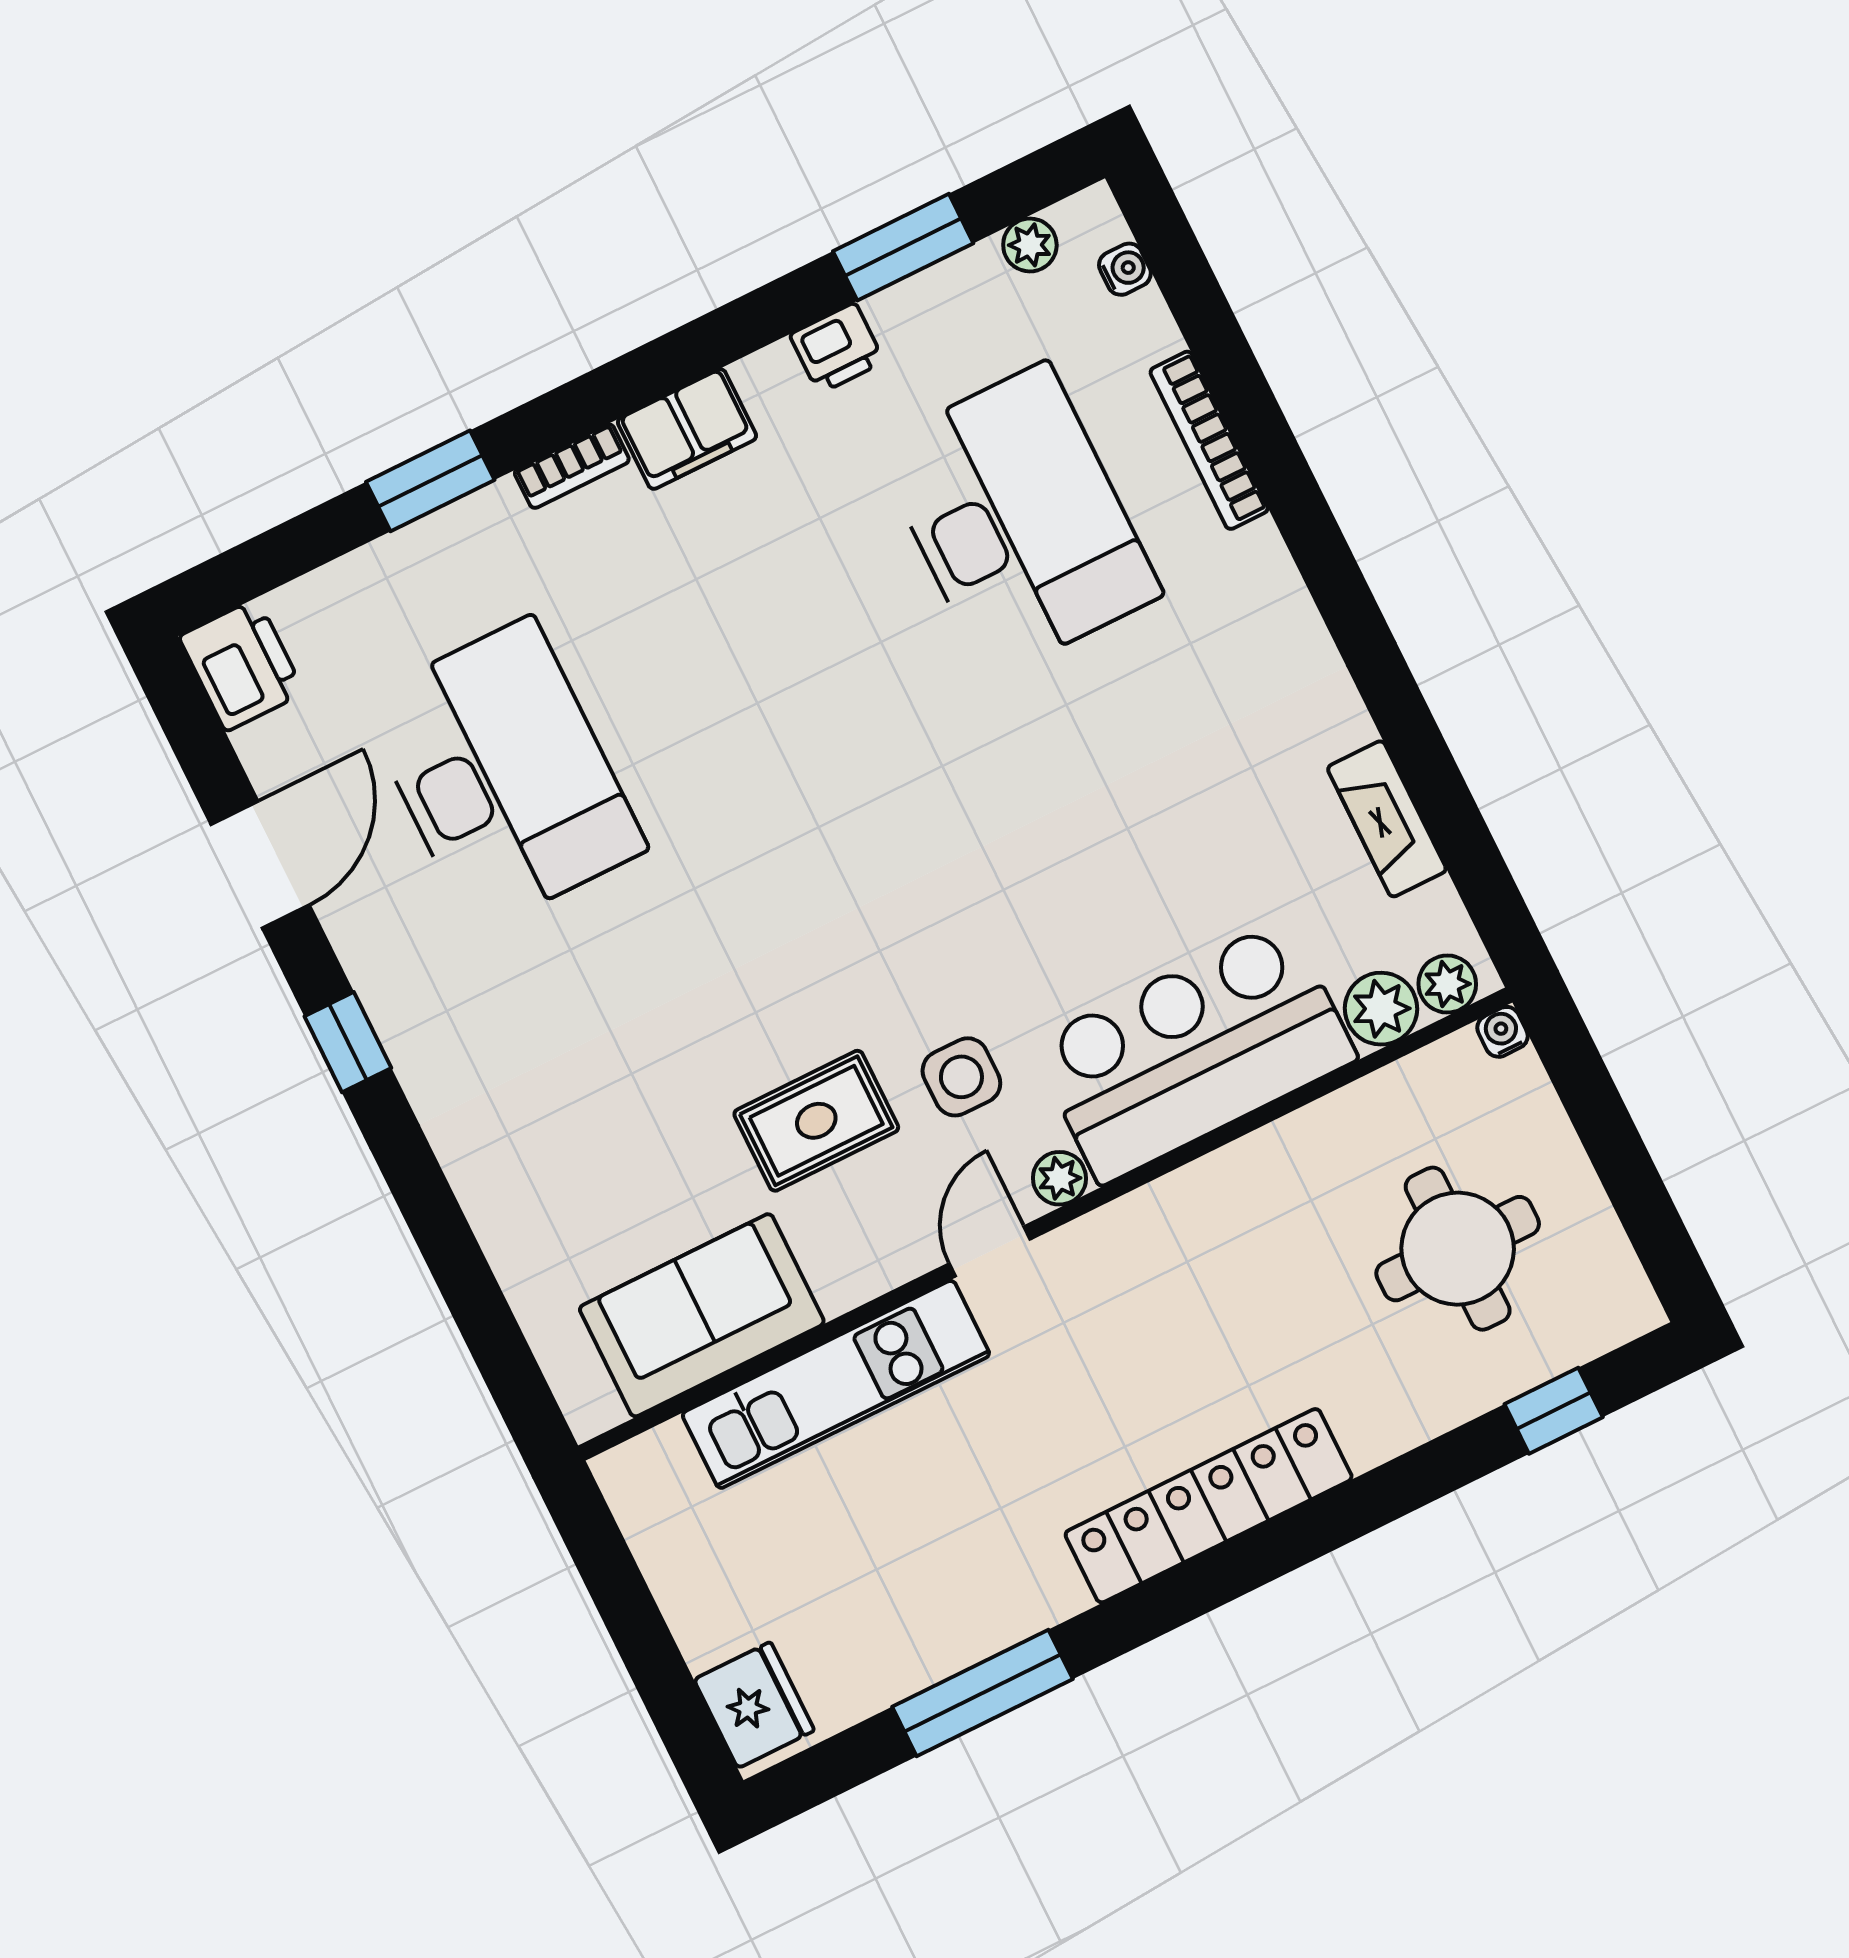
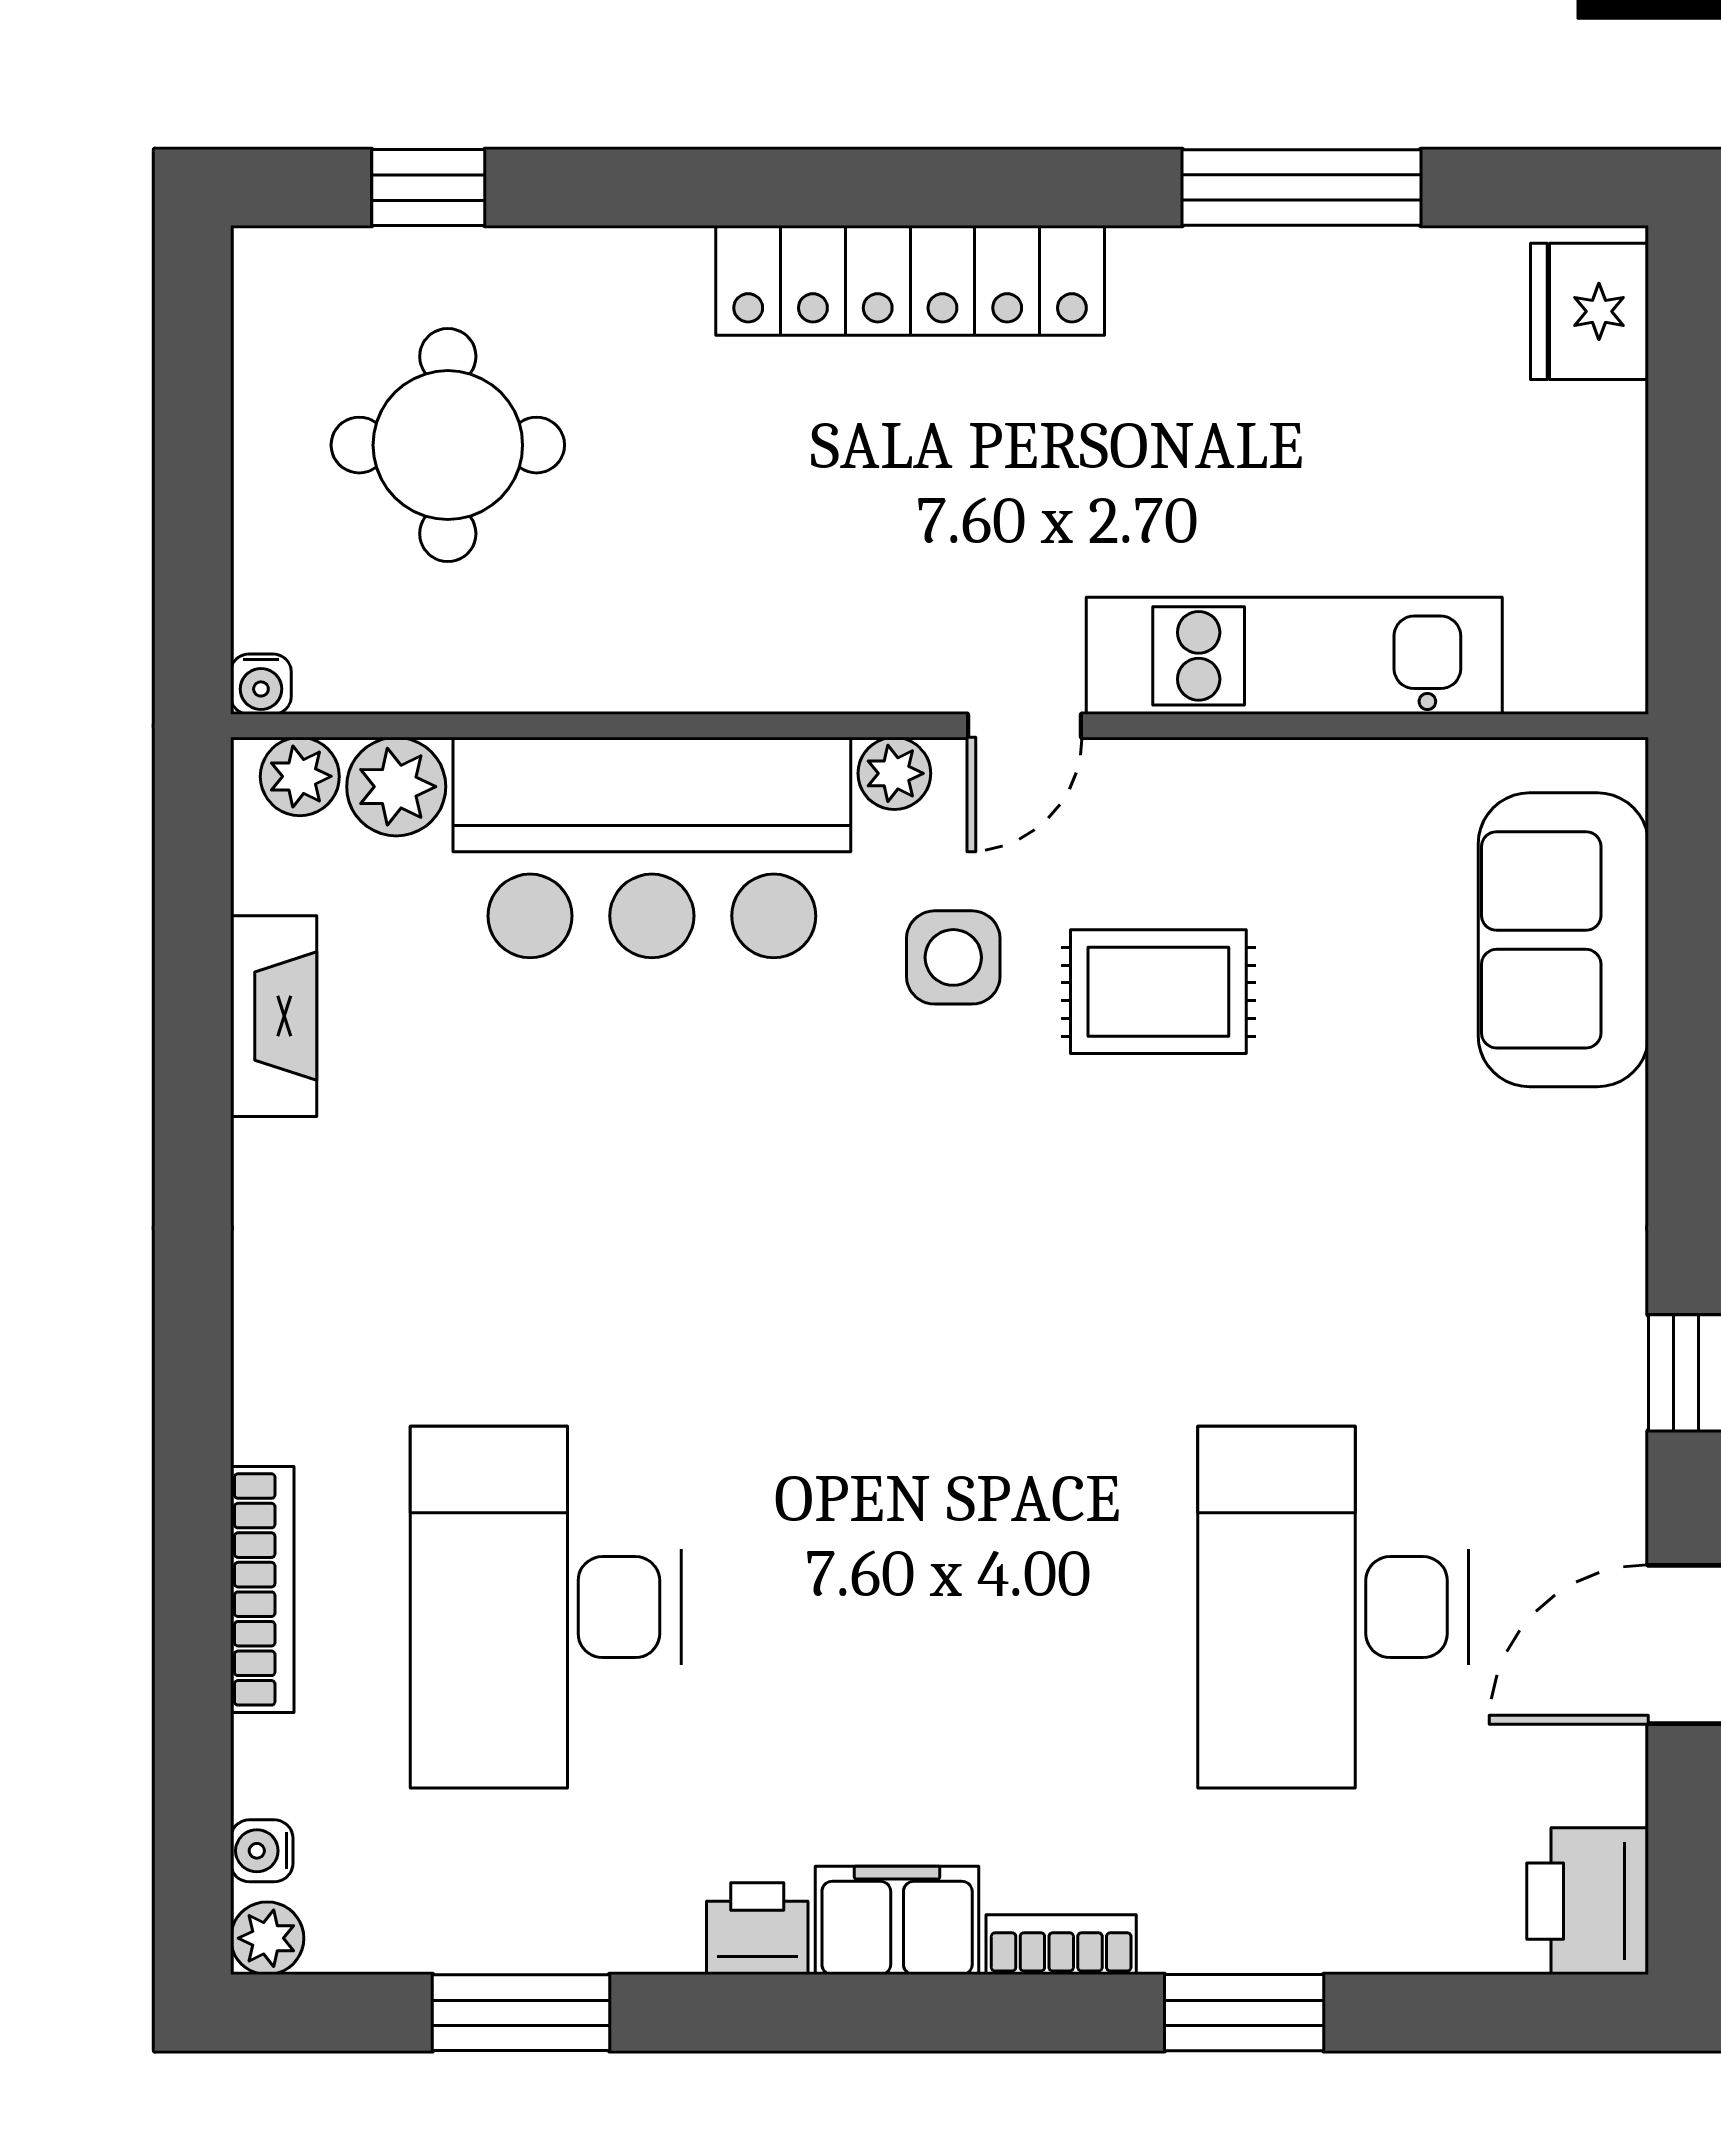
plant: (1030, 245) -> (267, 1938), moved
printer: (837, 348) -> (757, 1929), moved
sofa: (702, 1315) -> (1563, 940), moved, turned 90

